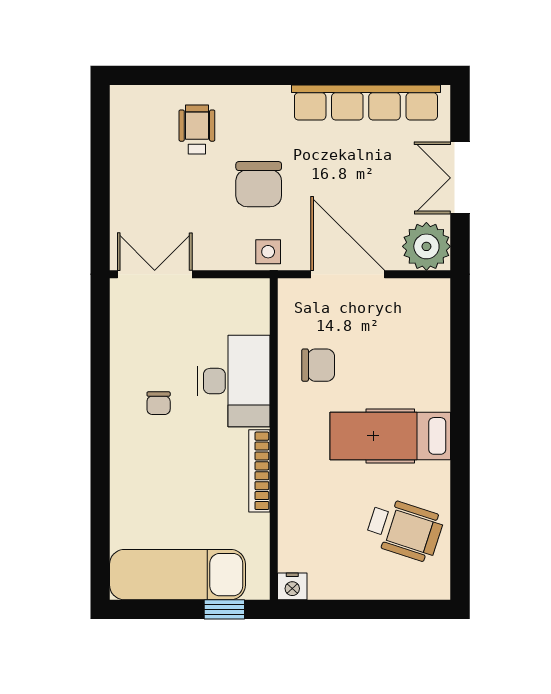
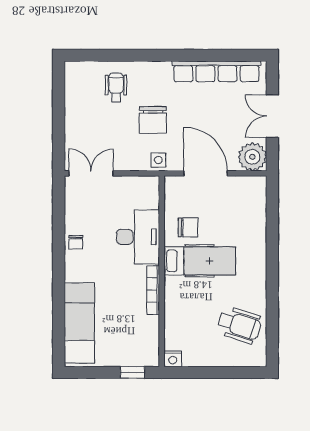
chair: (159, 403) -> (76, 242), moved
hospital bed: (390, 436) -> (200, 261), moved, turned 180
exam couch: (177, 575) -> (79, 323), moved, turned 90

